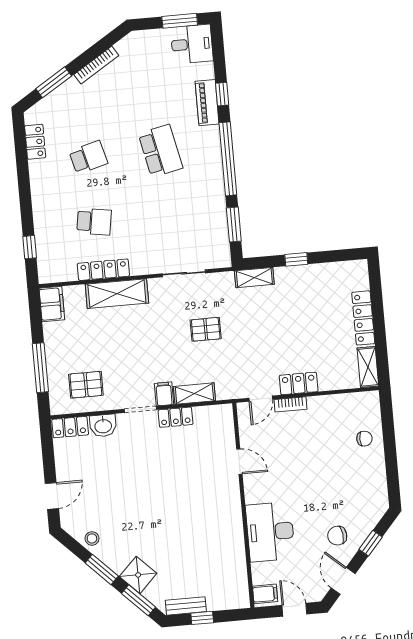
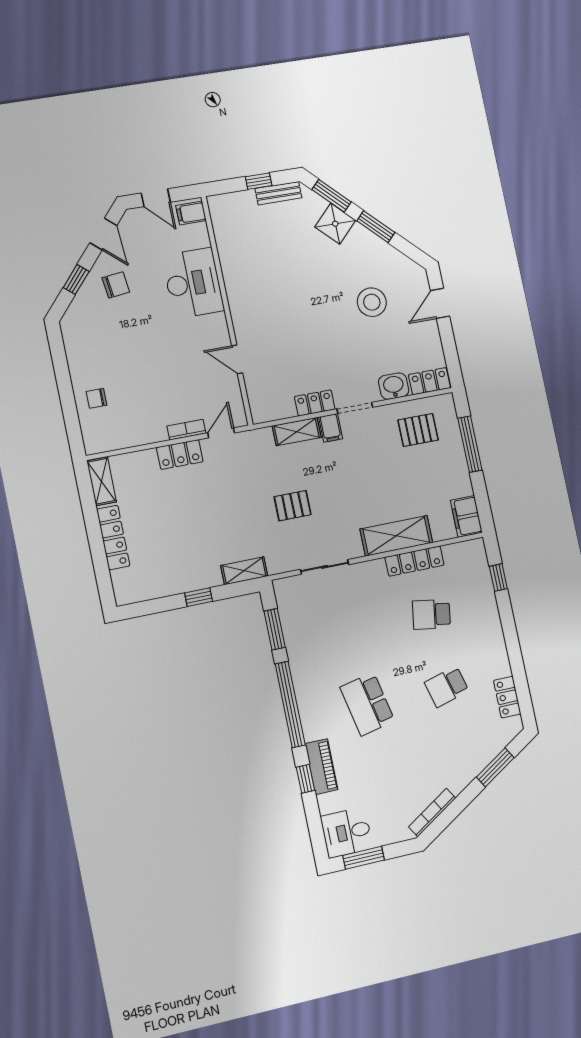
bookcase: (96, 65) -> (432, 812), moved
stool: (92, 538) -> (372, 302), moved, width x1.89, depth x1.89

